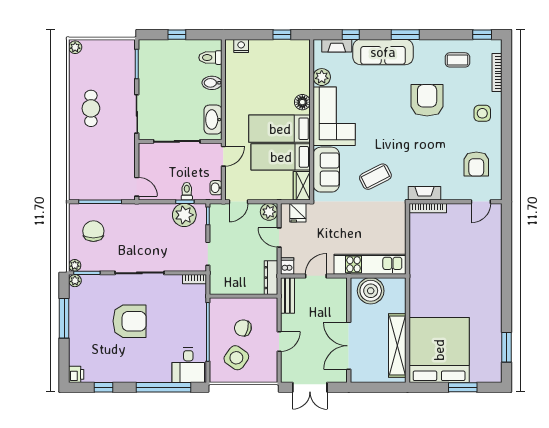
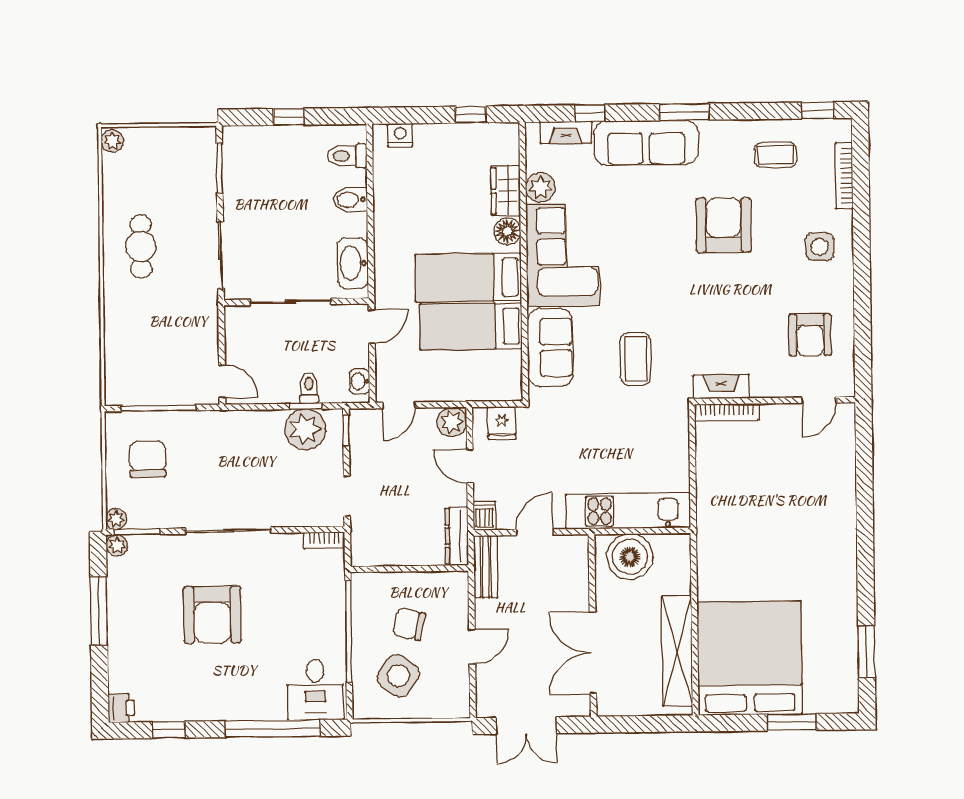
coffee table: (375, 177) -> (636, 359), turned -63
wardrobe: (302, 186) -> (506, 191), moved
armchair: (129, 321) -> (212, 615), turned 90

